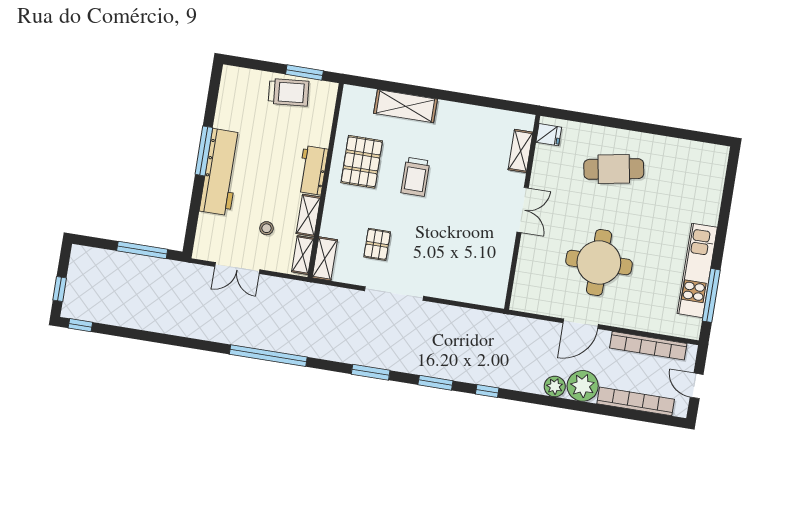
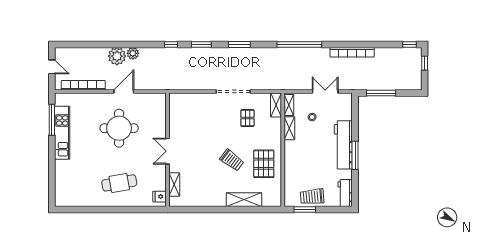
workbench: (313, 170) -> (345, 193), moved, turned 180
trolley: (415, 177) -> (232, 160), turned 127
bookcase: (636, 401) -> (352, 52), moved

